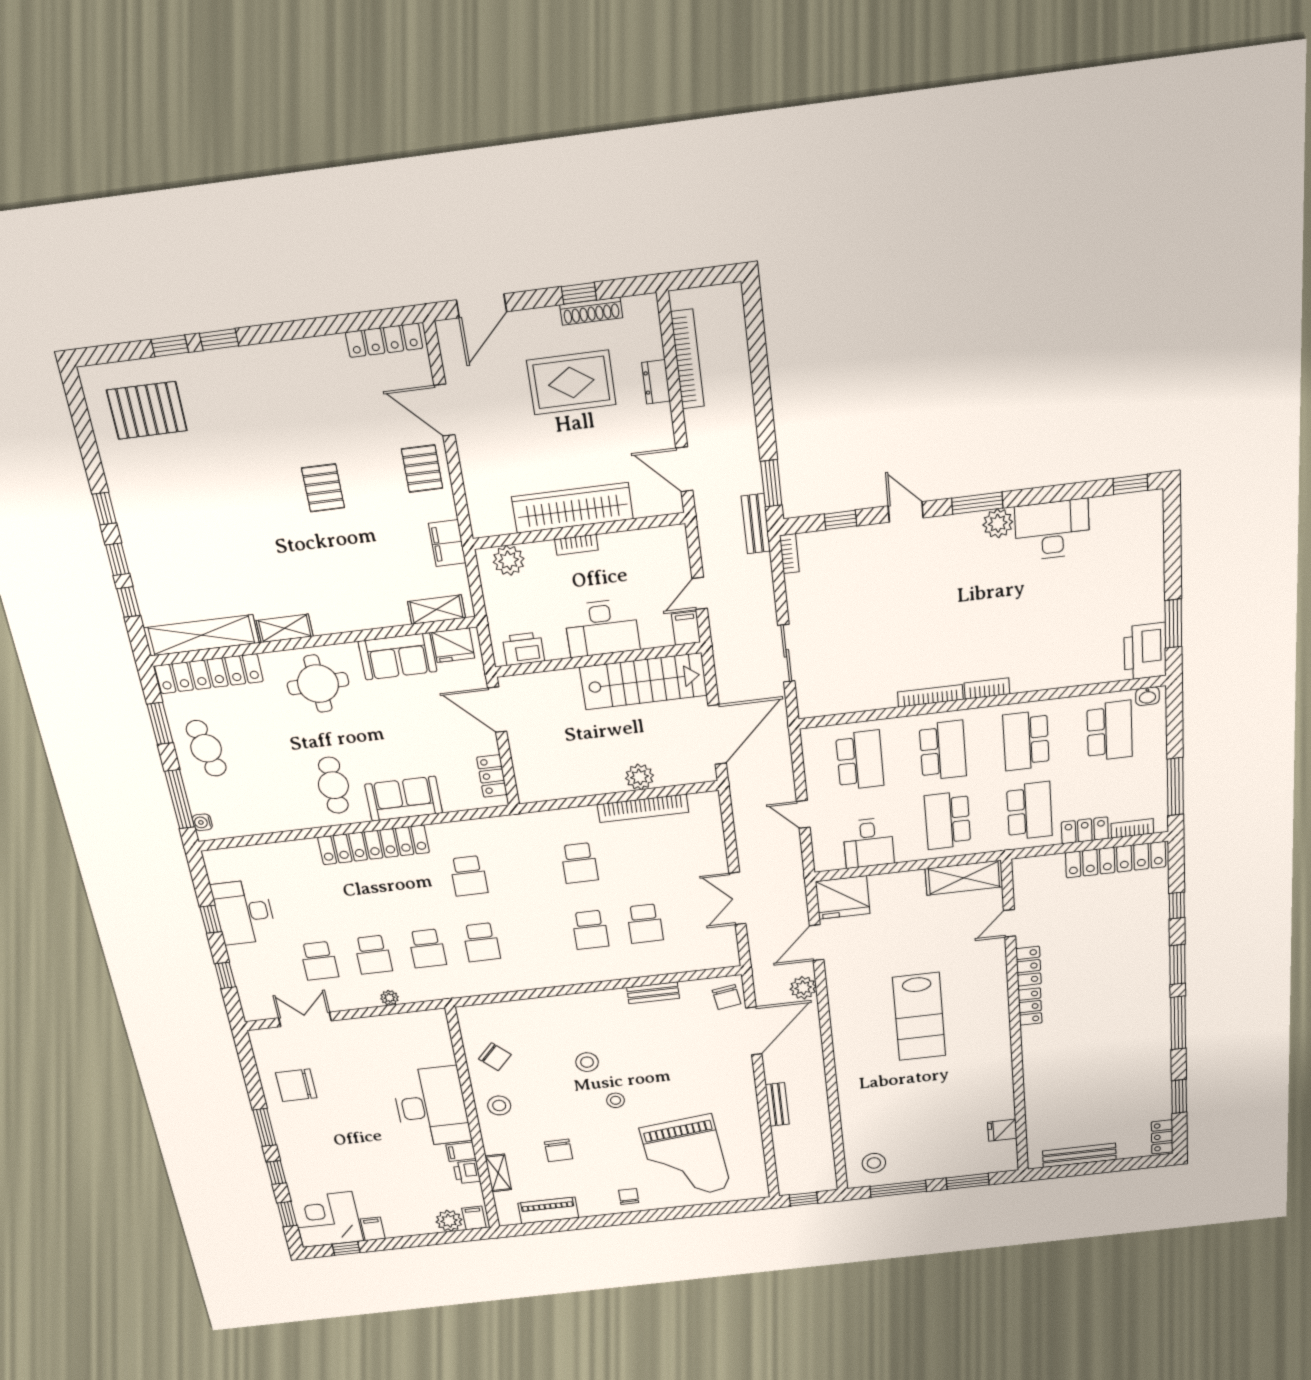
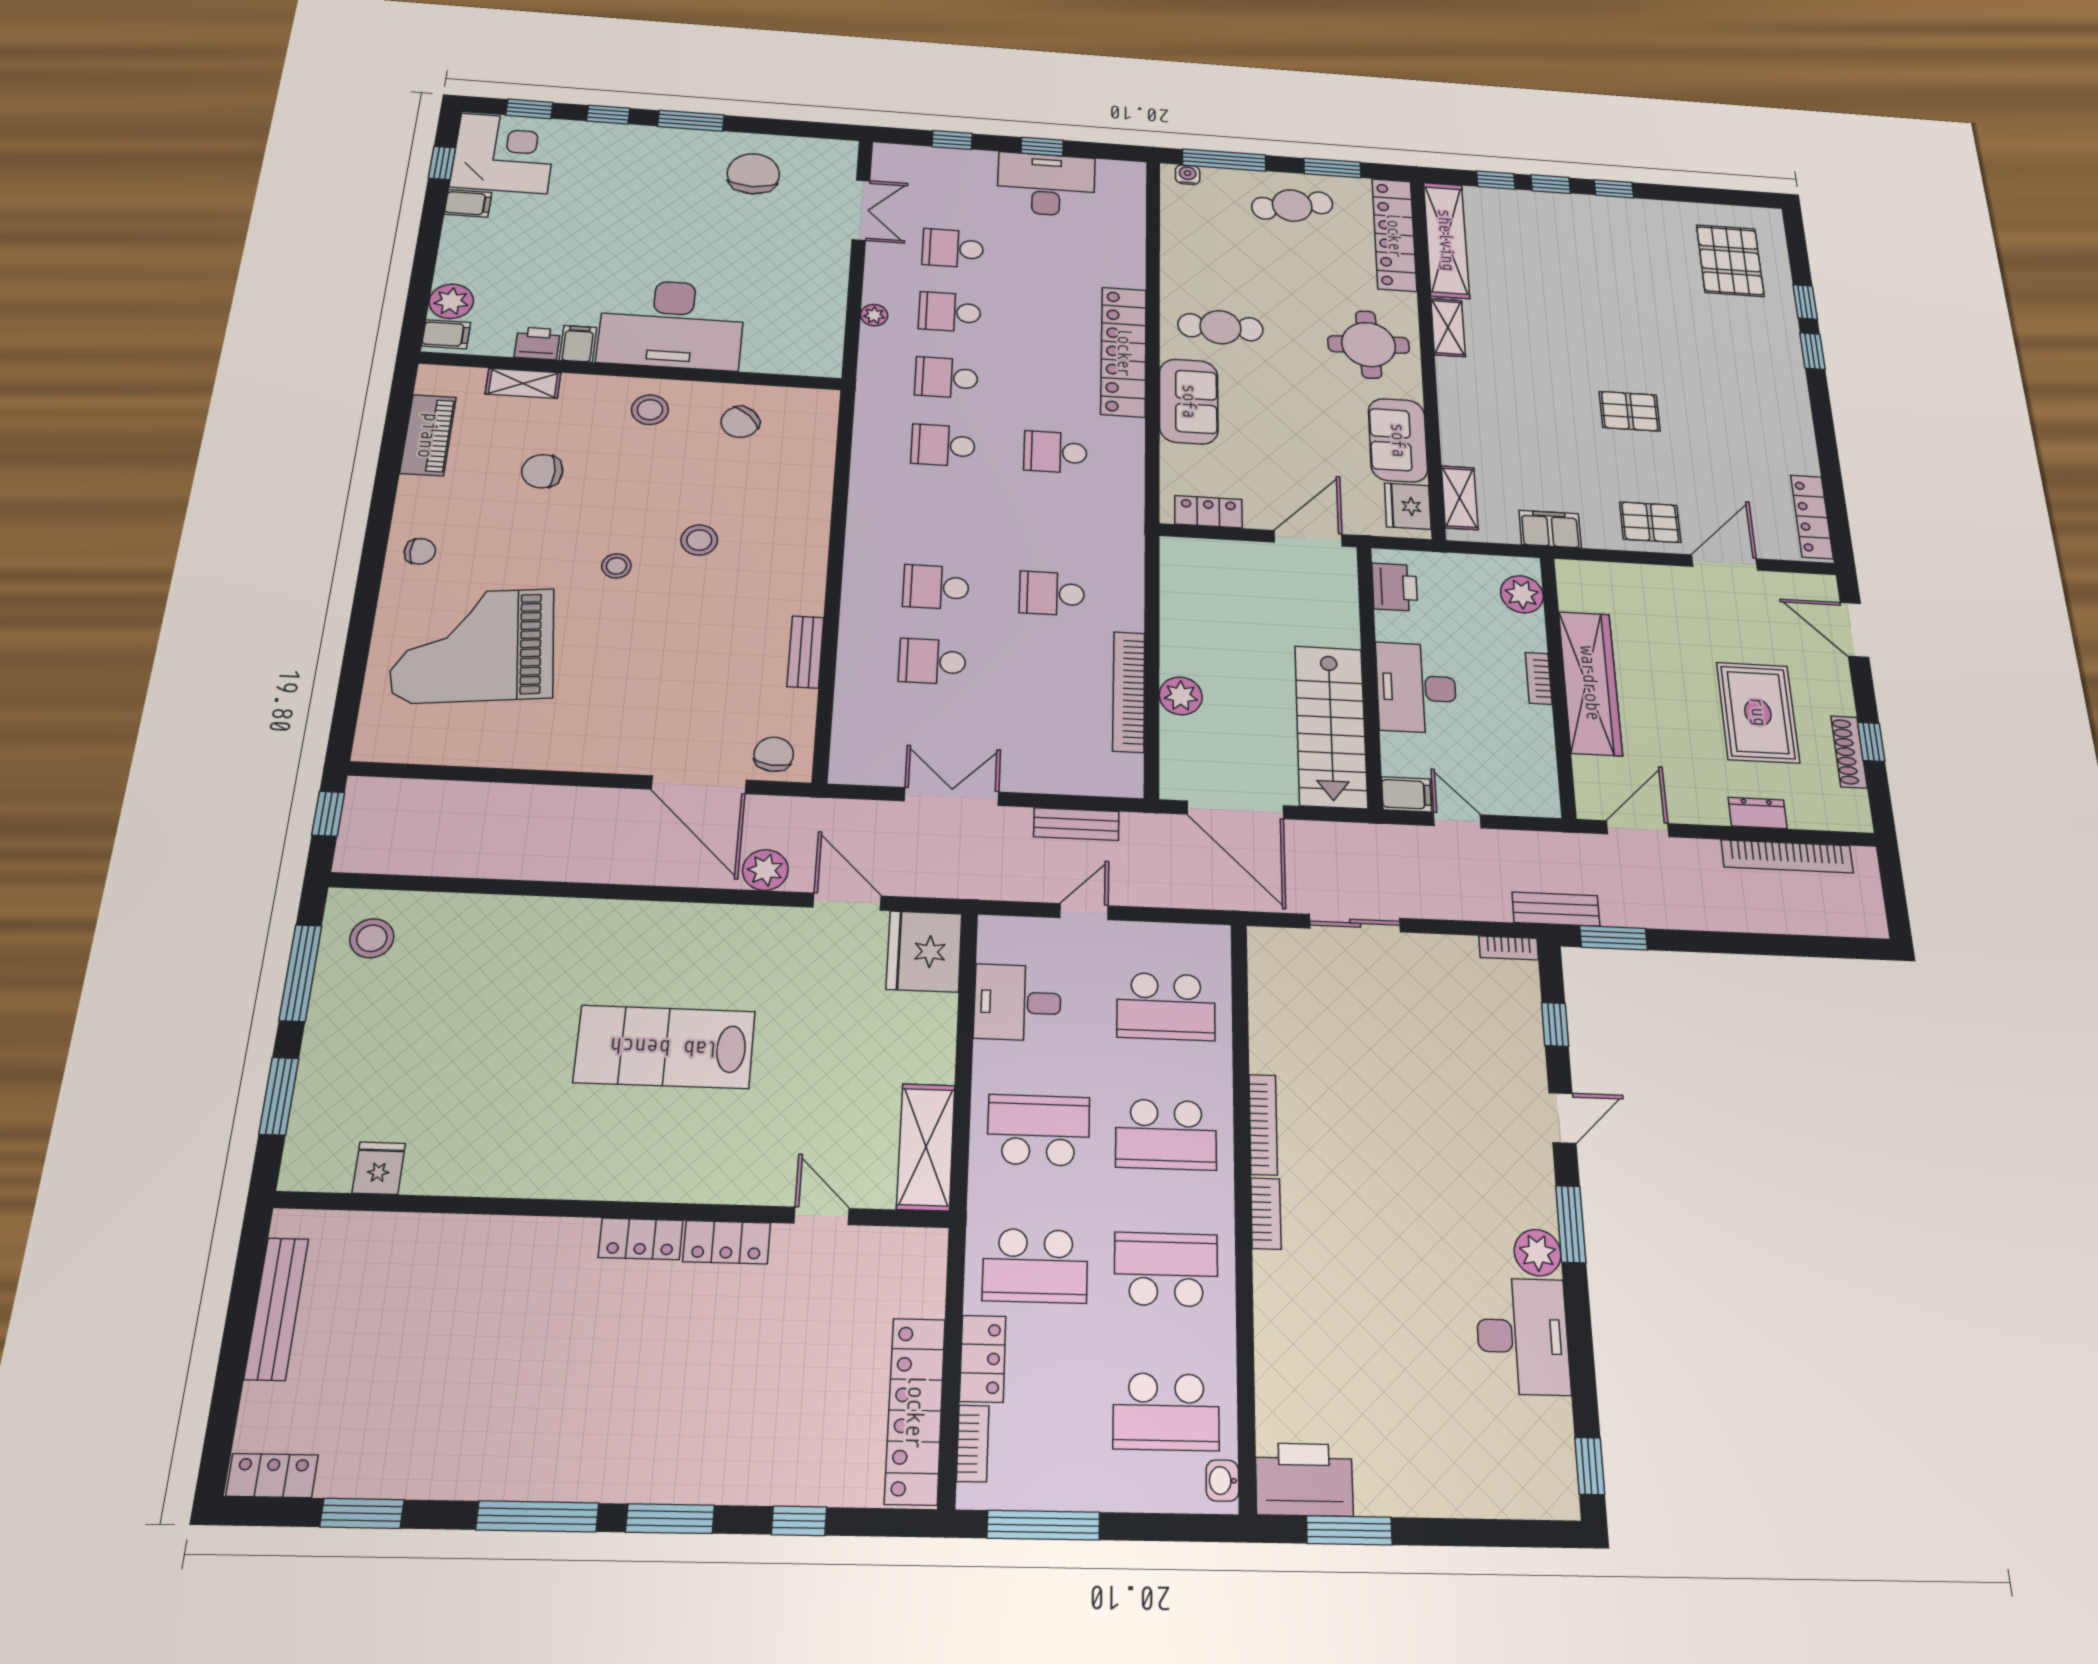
chair: (727, 997) -> (774, 754), turned 105
bench: (777, 1104) -> (1076, 824), moved

